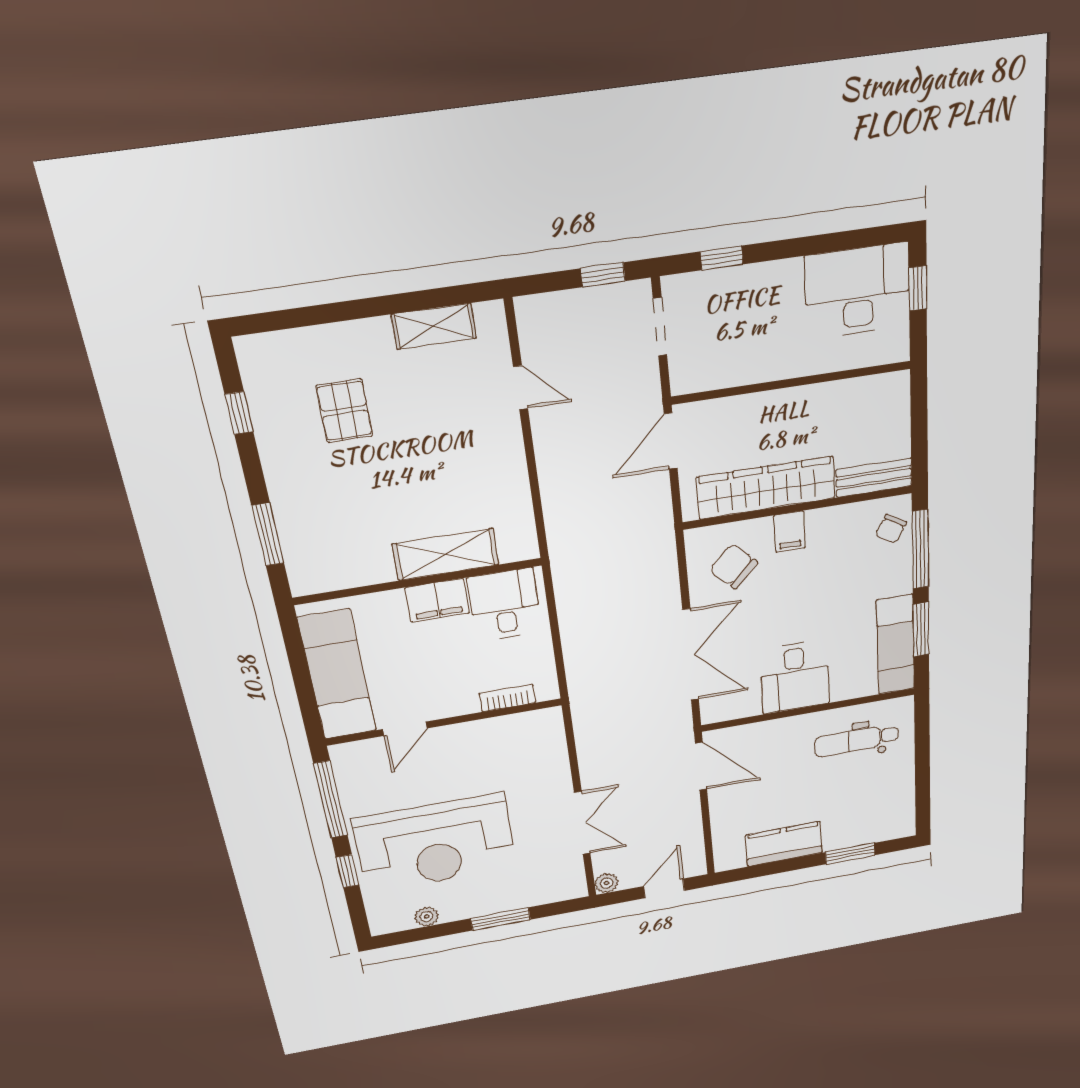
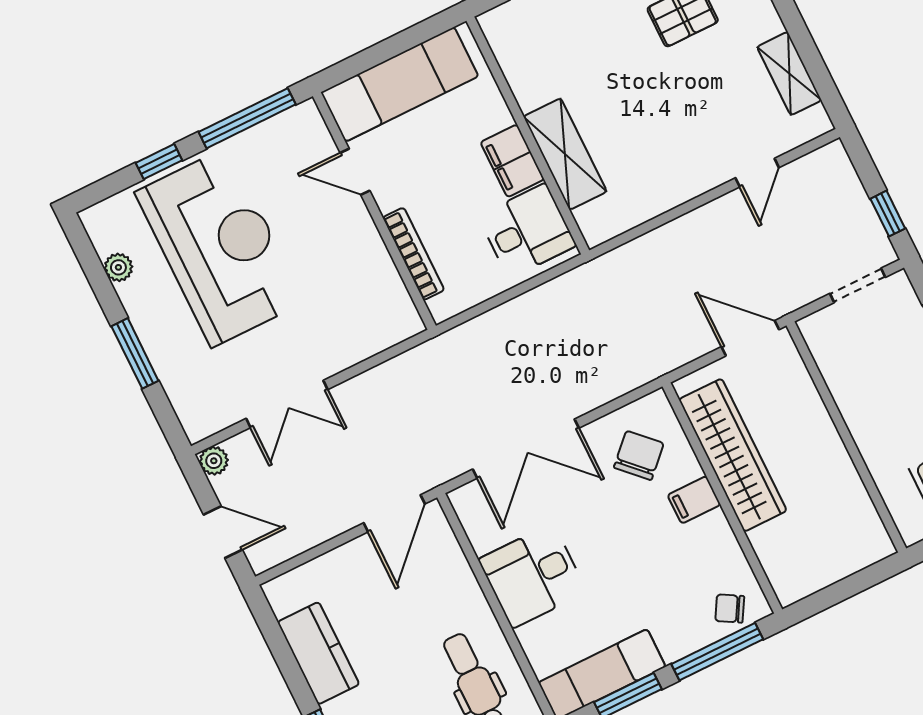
bench: (874, 478) -> (778, 565), removed
bookcase: (508, 698) -> (413, 254), width x1.56
reception desk: (435, 843) -> (220, 247), turned 180

